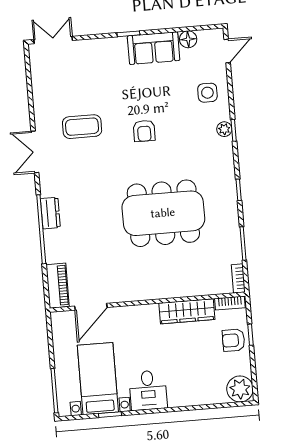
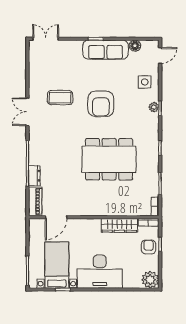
sofa: (154, 48) -> (106, 50), width x1.36
armchair: (144, 131) -> (101, 104), width x1.88, depth x1.88
dresser: (50, 213) -> (34, 176), moved
armchair: (234, 340) -> (149, 247), turned 90
desk: (148, 390) -> (100, 272), width x1.87, depth x1.30

